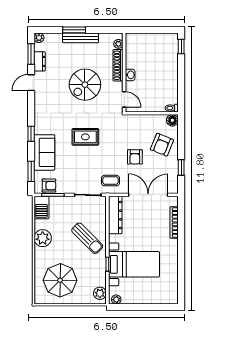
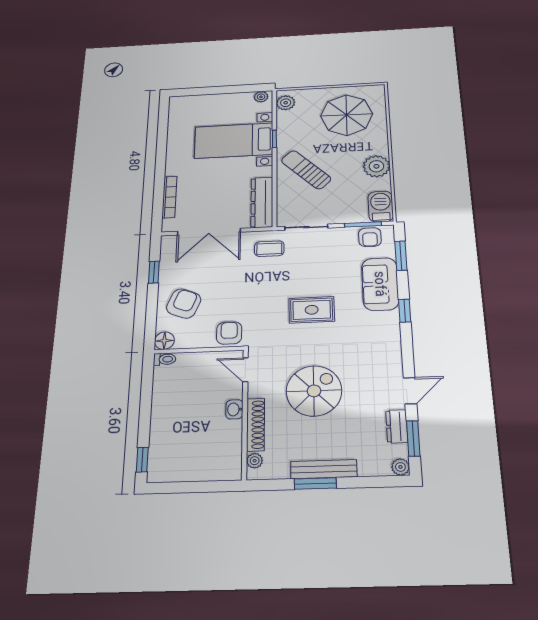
window: (74, 30) -> (315, 483), moved
armchair: (135, 157) -> (229, 333), moved
armchair: (49, 186) -> (370, 237), turned -90

